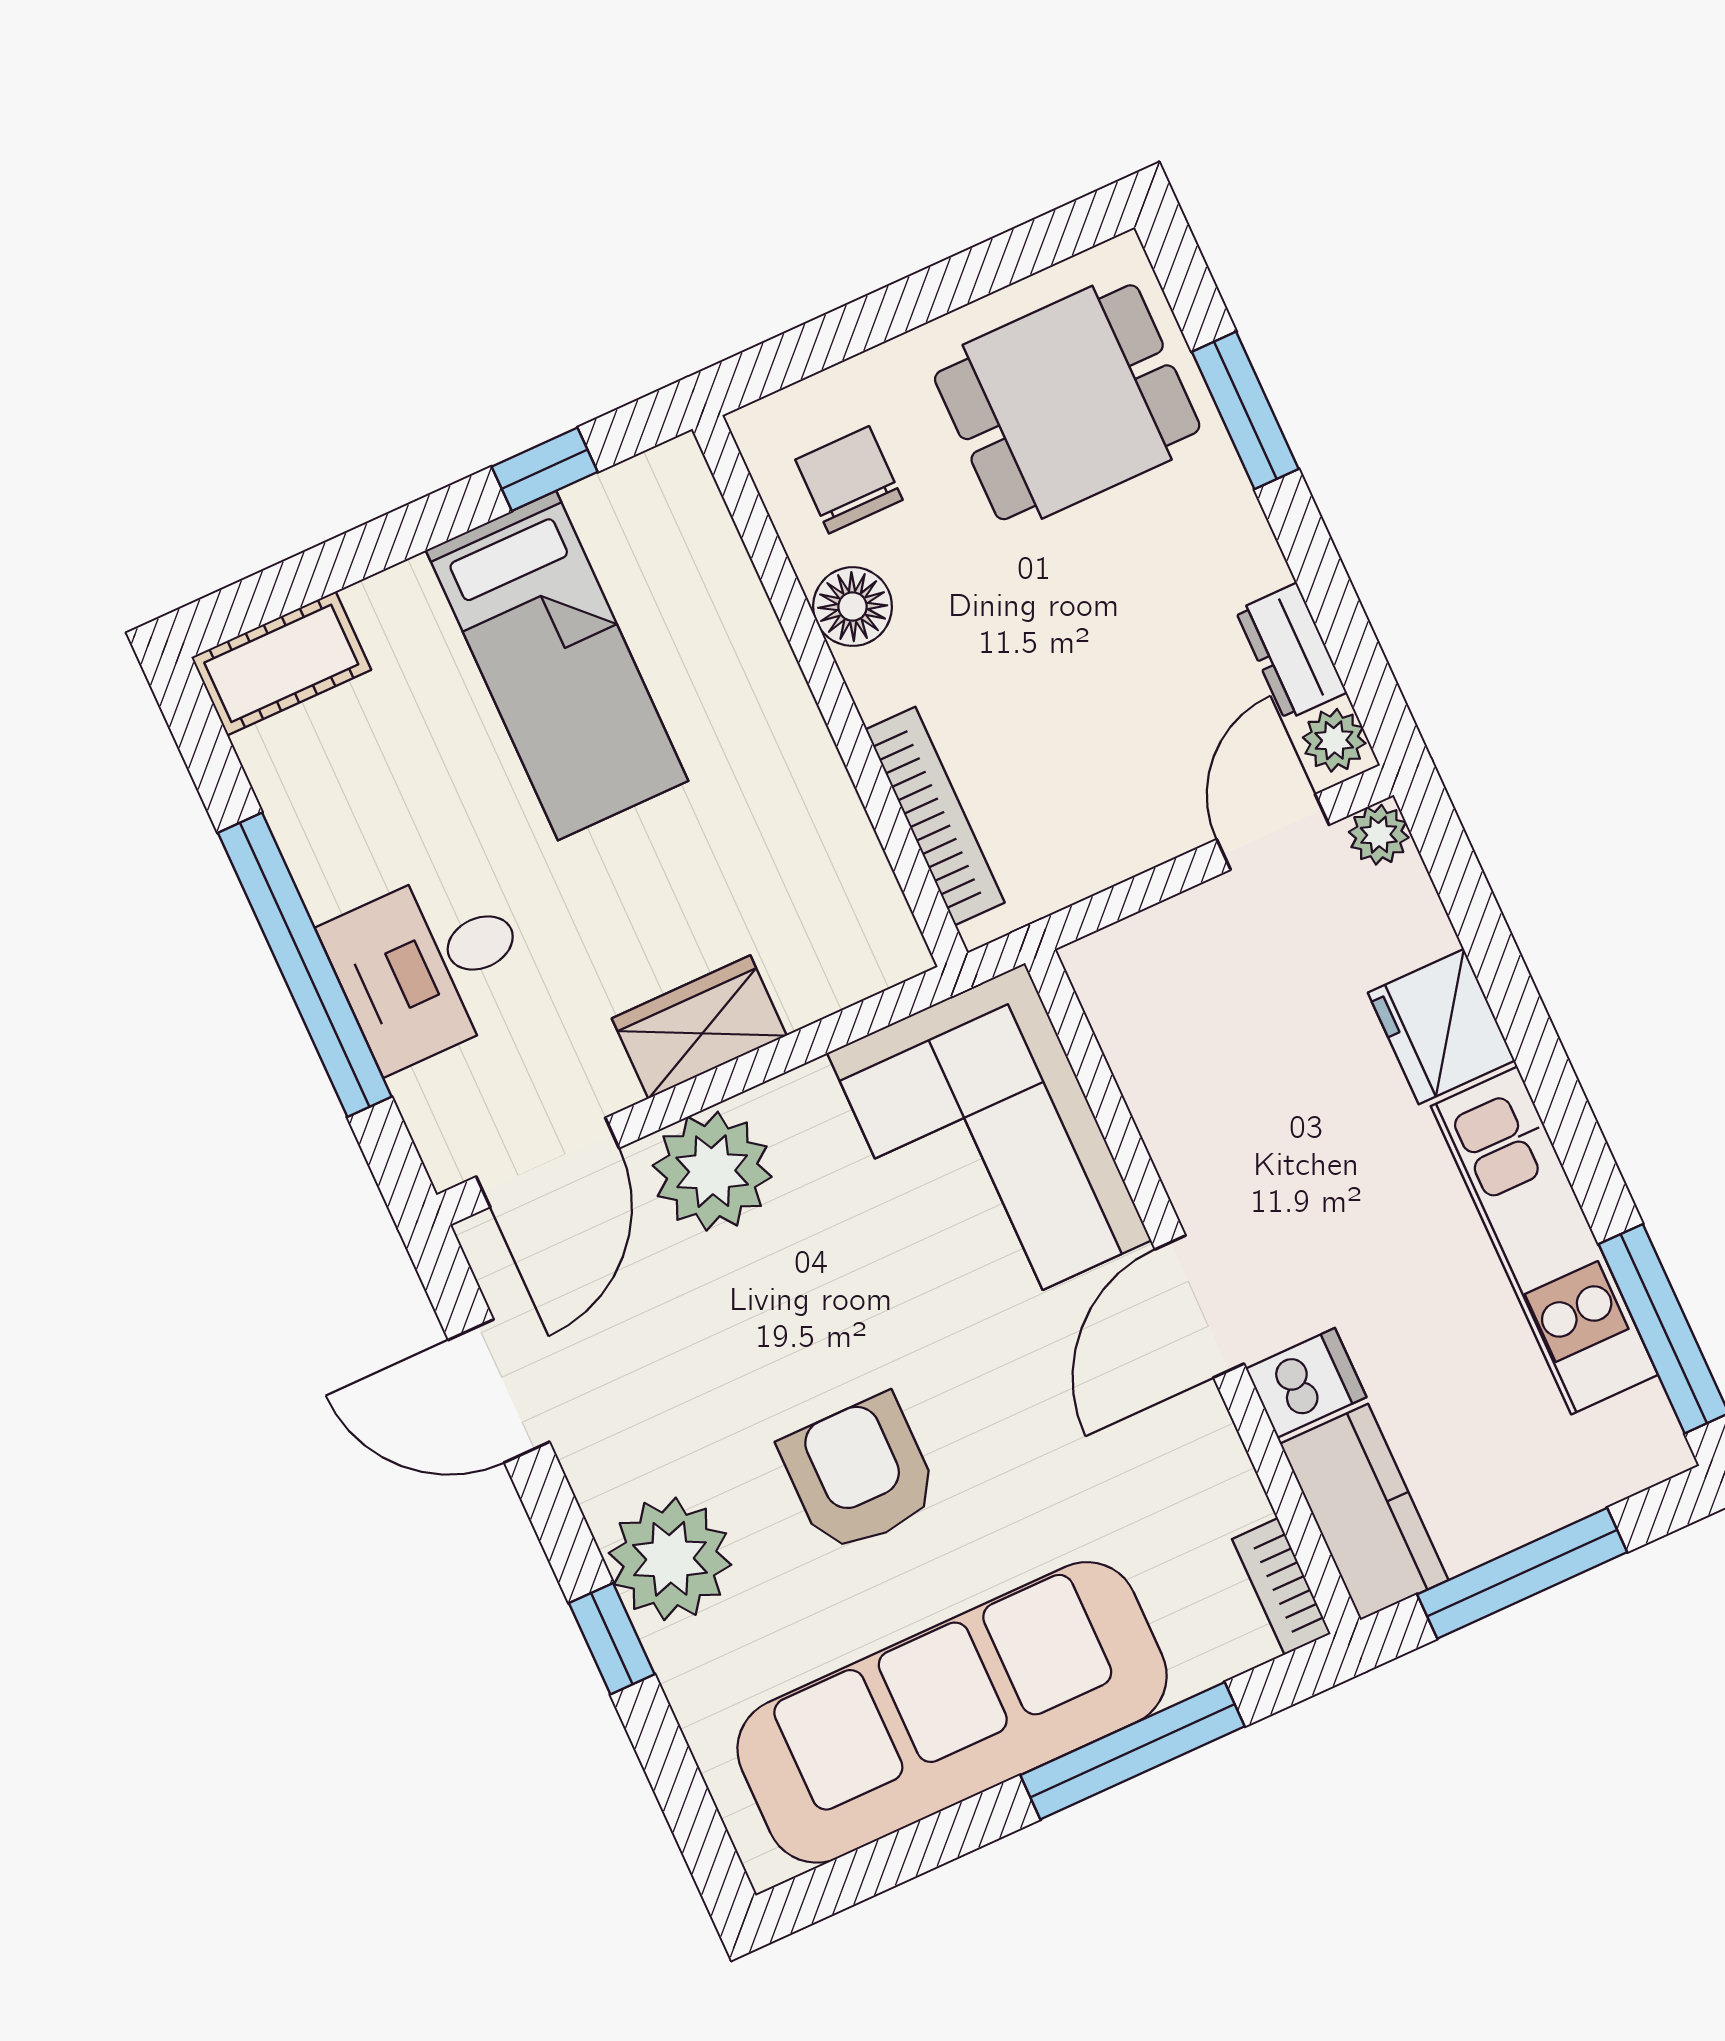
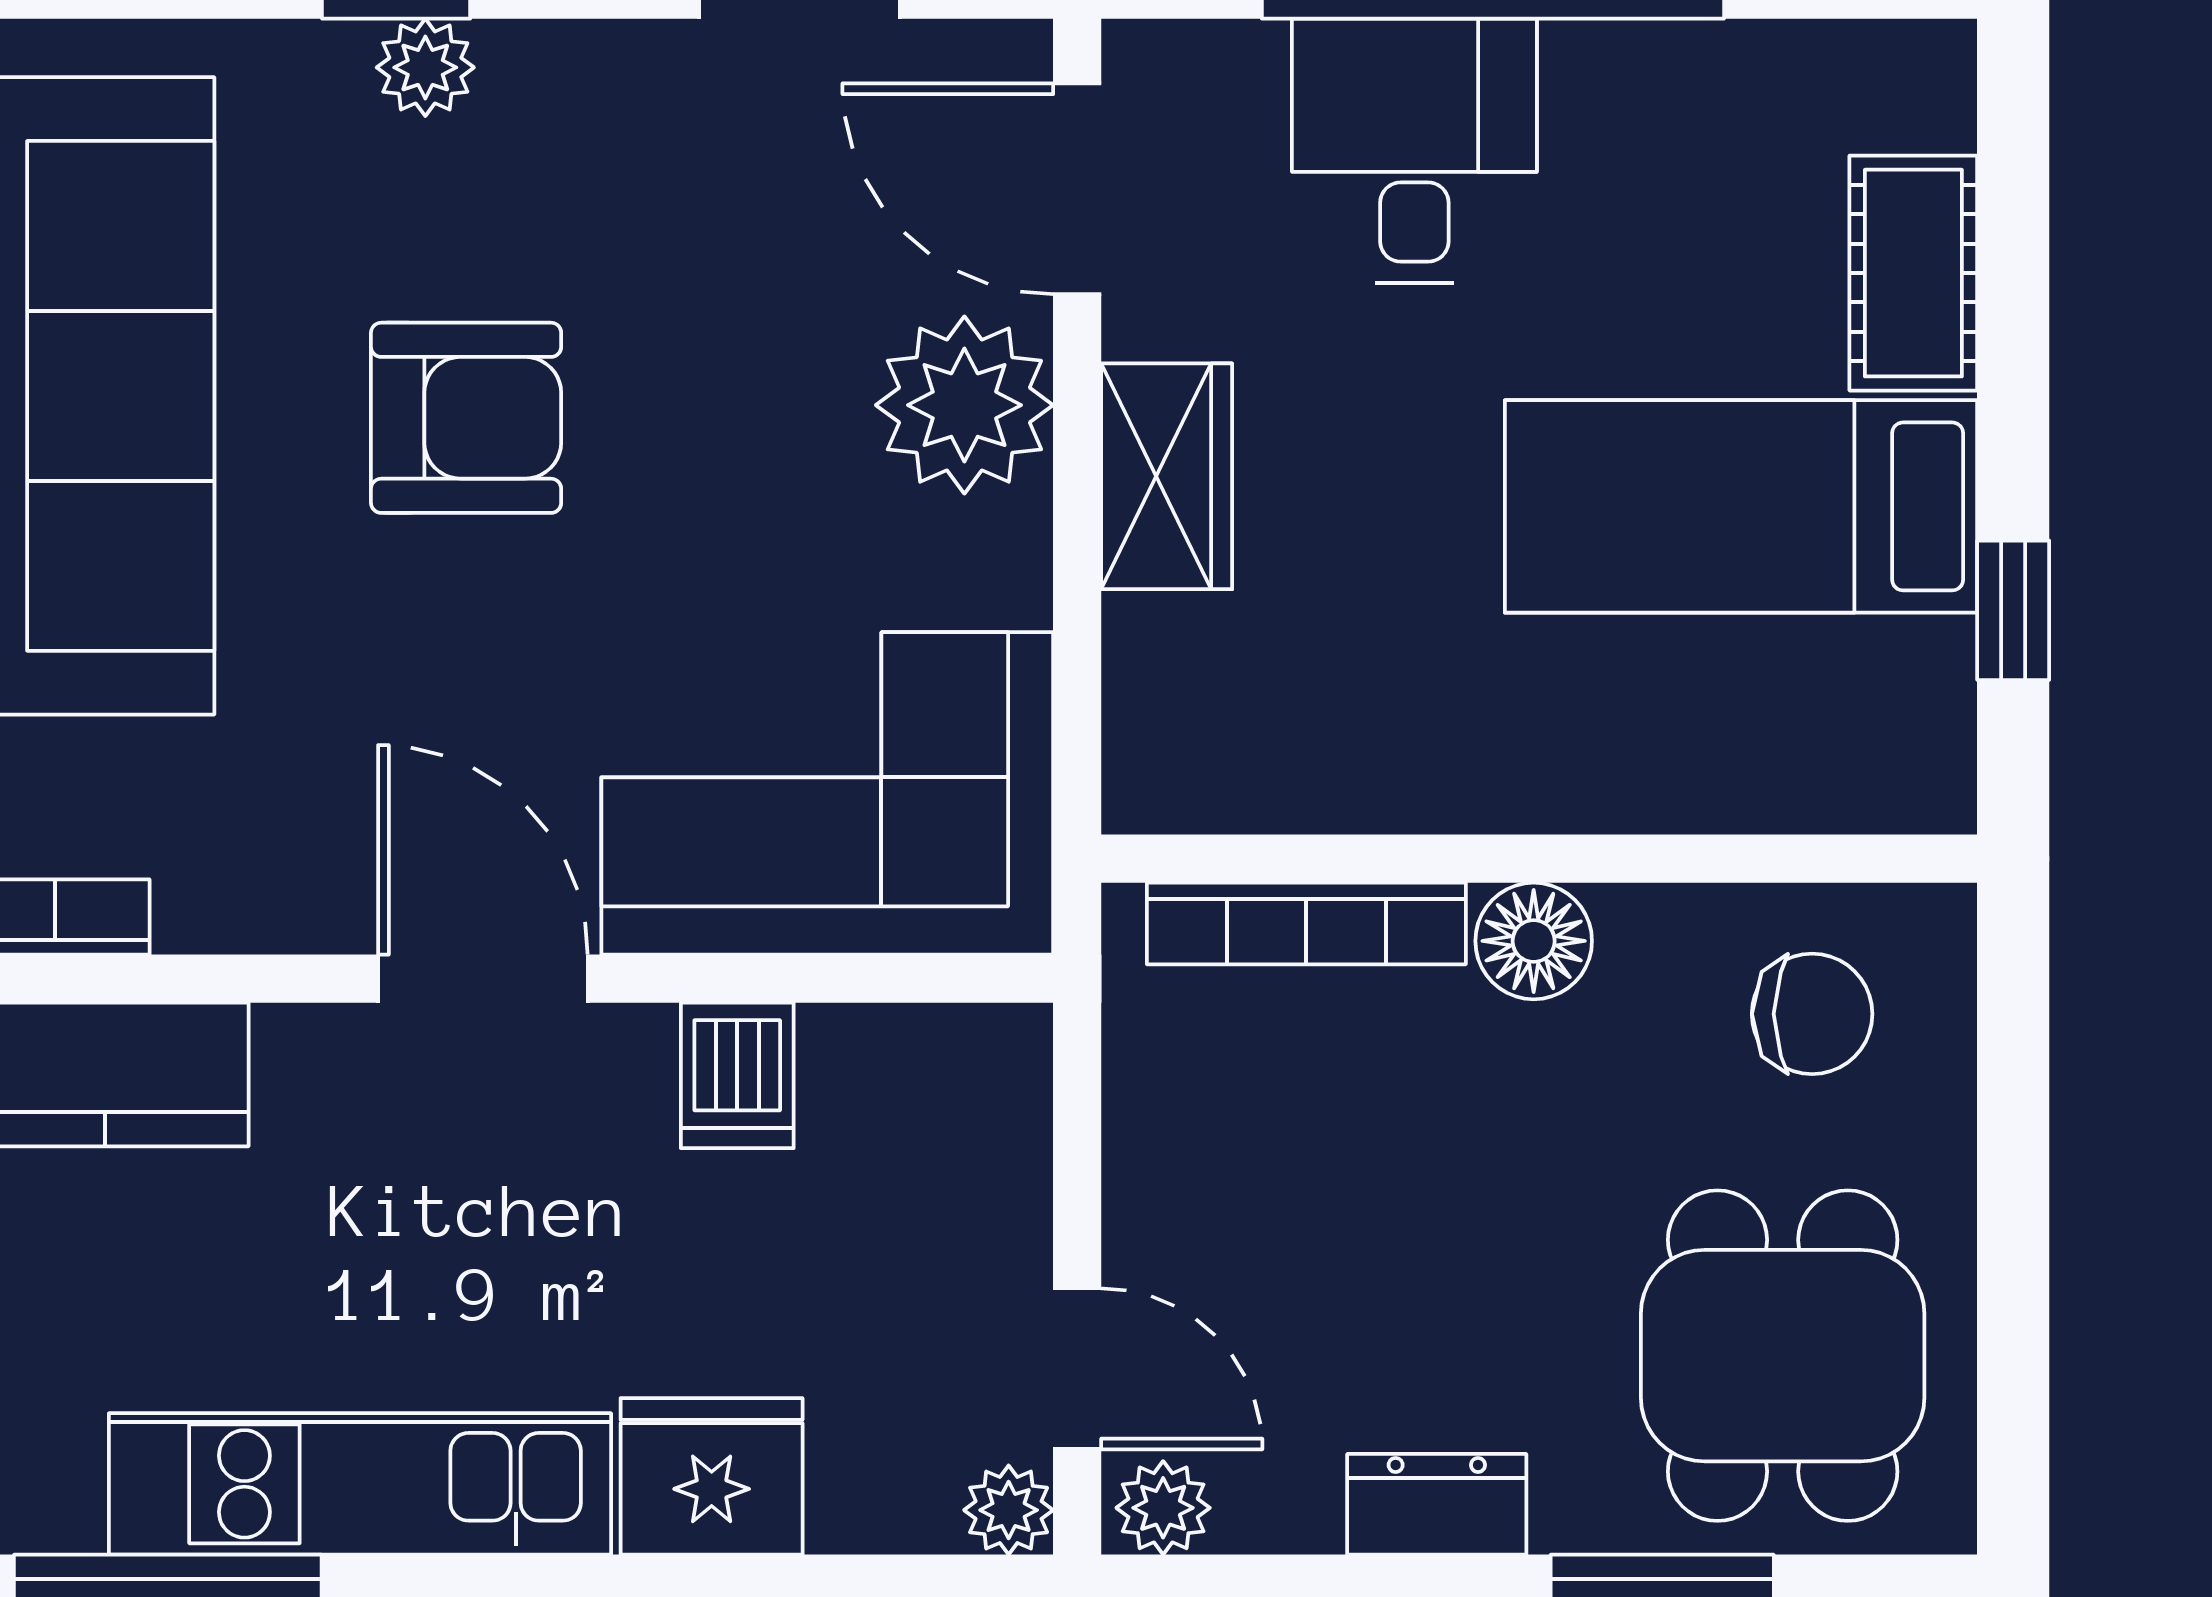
floor lamp: (853, 607) -> (1534, 941), moved
dresser: (1291, 652) -> (1437, 1504), moved
cot: (281, 663) -> (1913, 273), moved
dishwasher: (1306, 1383) -> (737, 1075), moved
plant: (670, 1559) -> (425, 67), width x0.53, depth x0.53

